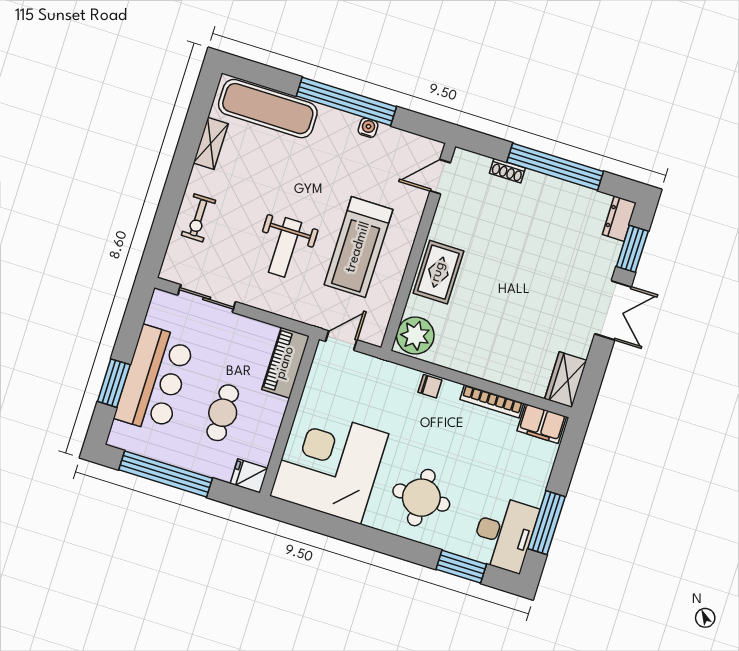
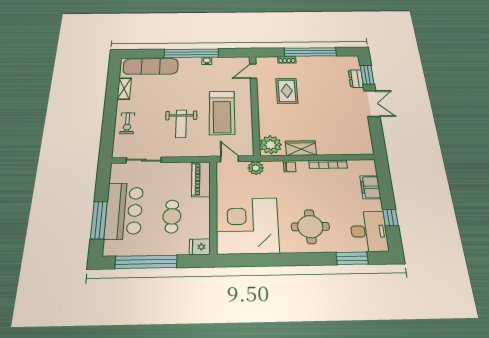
dresser: (619, 219) -> (356, 79), moved
rug: (438, 272) -> (287, 91), moved
door: (341, 341) -> (230, 159), hinge flipped
plant: (376, 371) -> (256, 168), added
wardrobe: (566, 380) -> (301, 148), moved, turned 90
window: (114, 383) -> (99, 220), width x1.44
filing cabinet: (542, 424) -> (370, 187), moved, turned 90
window: (547, 523) -> (390, 217), width x0.46

